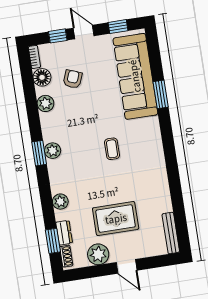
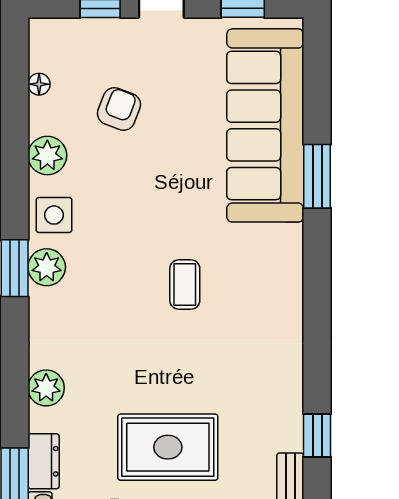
bookcase: (34, 57) -> (39, 44), removed
floor lamp: (42, 77) -> (39, 84), width x0.53, depth x0.53
side table: (52, 128) -> (54, 215), added
window: (178, 204) -> (317, 435), added

